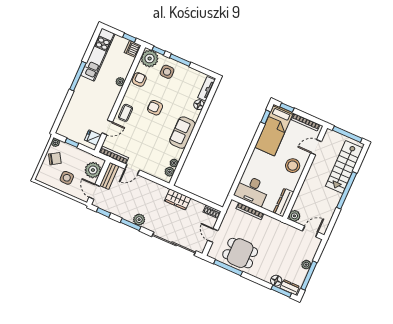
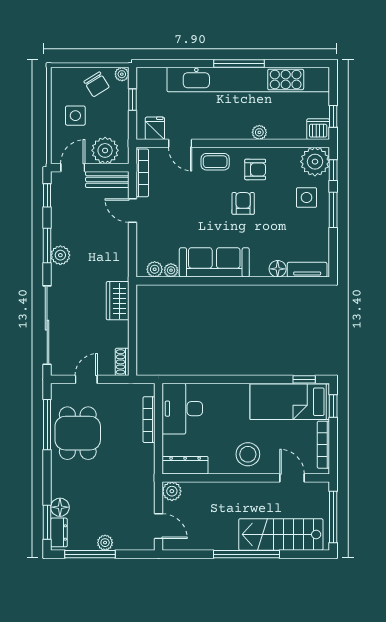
kitchen unit: (98, 55) -> (248, 80), width x1.86
armchair: (139, 79) -> (255, 169), moved
sofa: (182, 133) -> (214, 262), width x1.36

